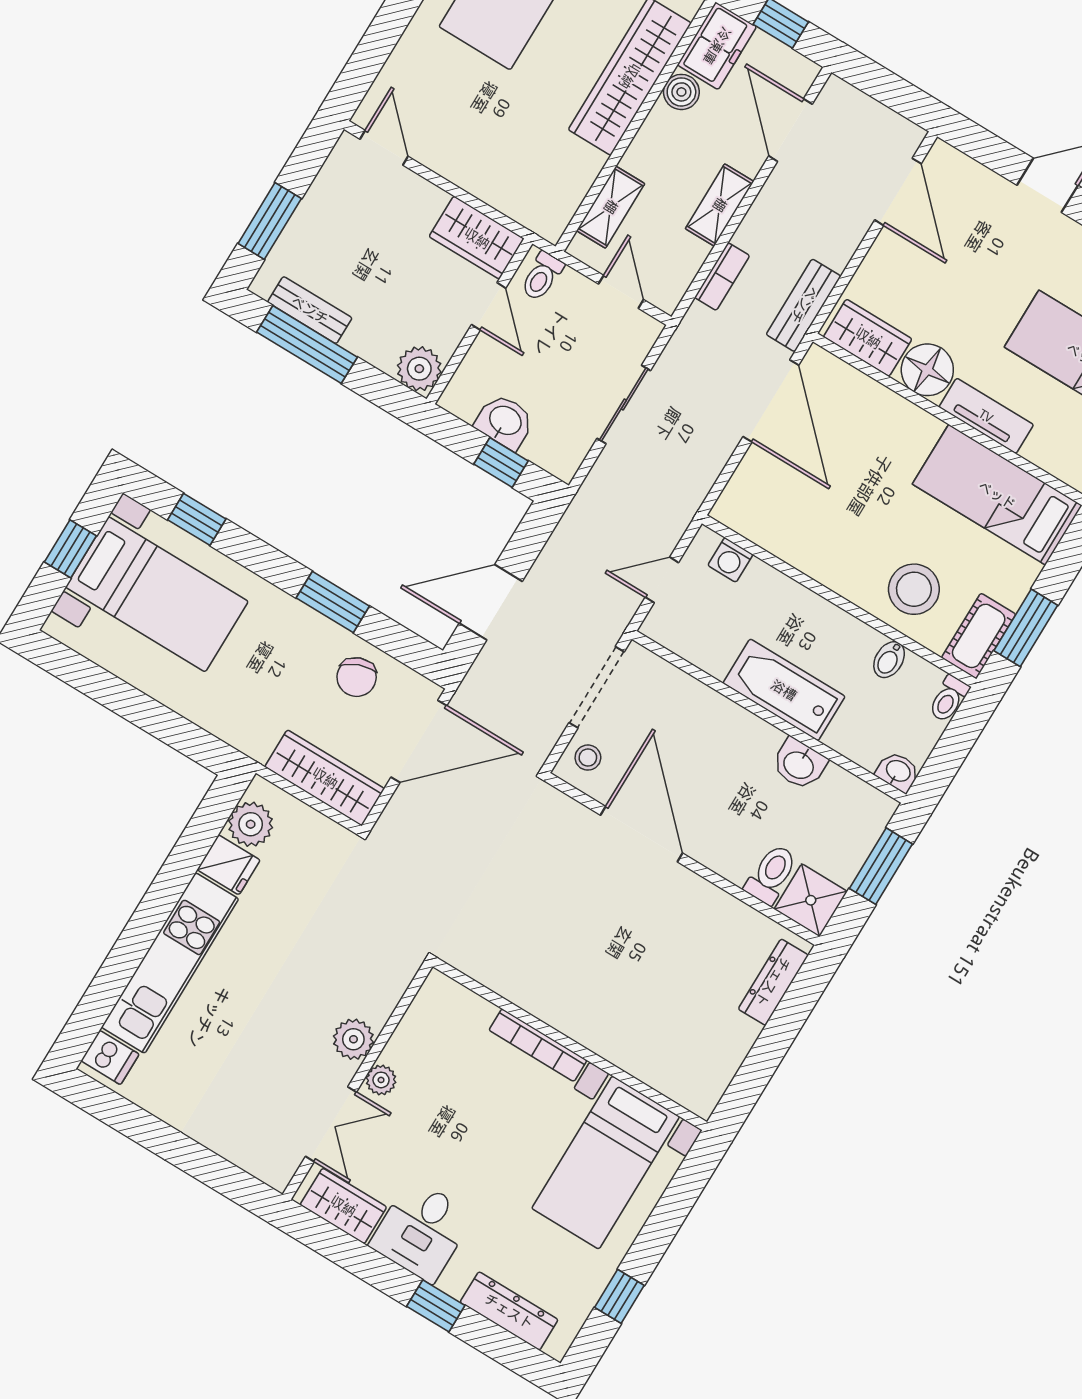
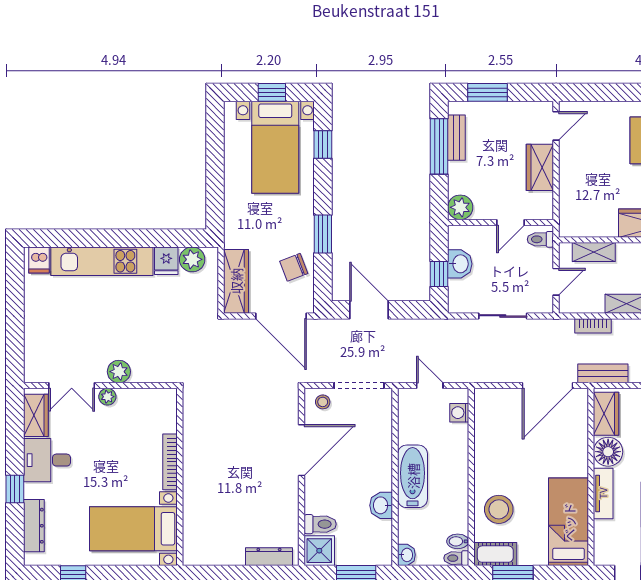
wardrobe: (477, 238) -> (540, 167), moved
bidet: (889, 660) -> (458, 541), moved

